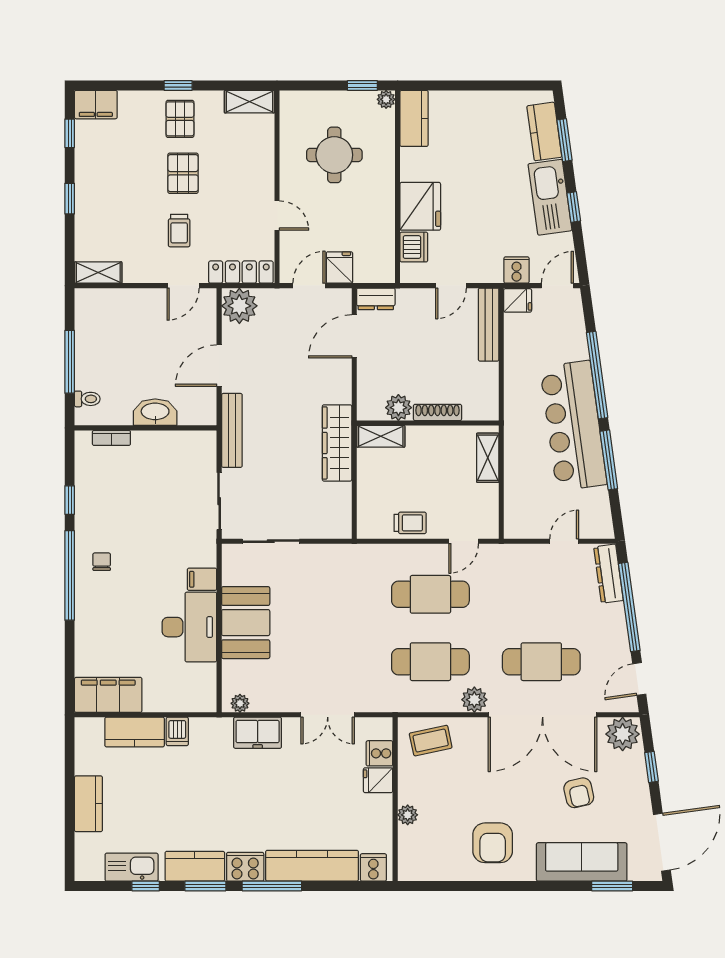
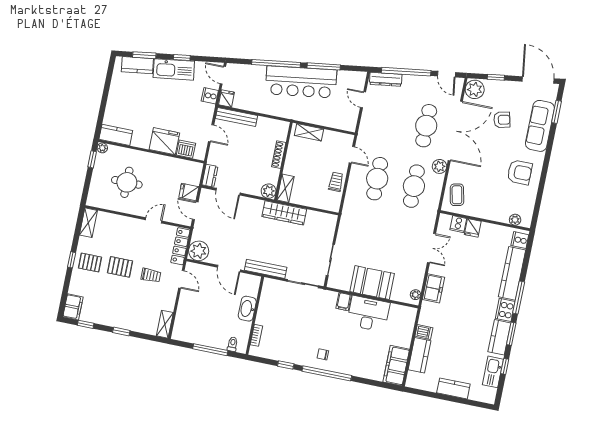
plant: (398, 408) -> (269, 191), moved
plant: (408, 815) -> (515, 220), moved

